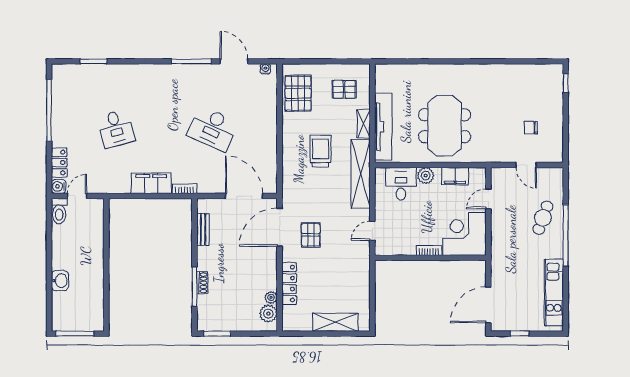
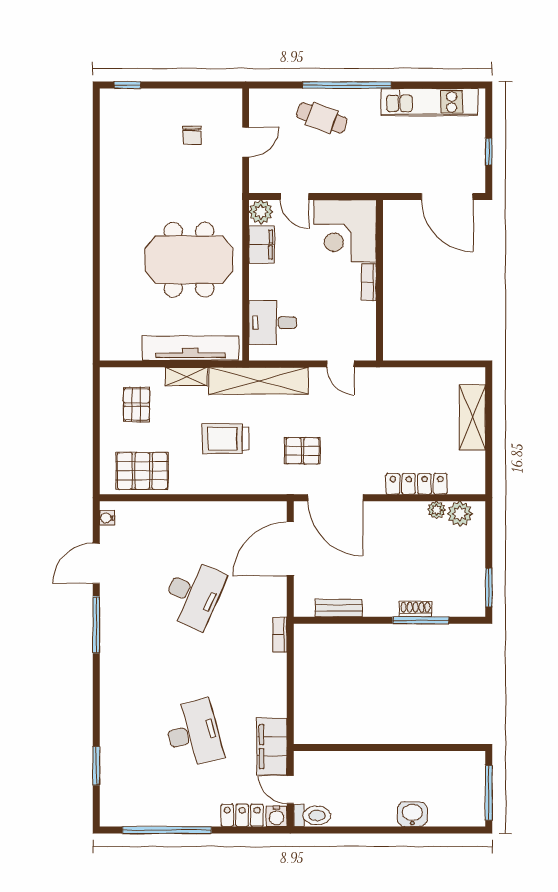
desk: (116, 129) -> (193, 734), width x1.37
plant: (426, 176) -> (261, 212), moved
filing cabinet: (151, 183) -> (272, 747), moved
pallet: (311, 235) -> (302, 451), moved

